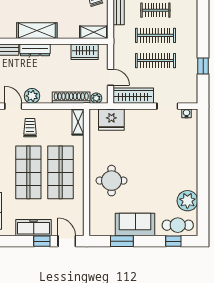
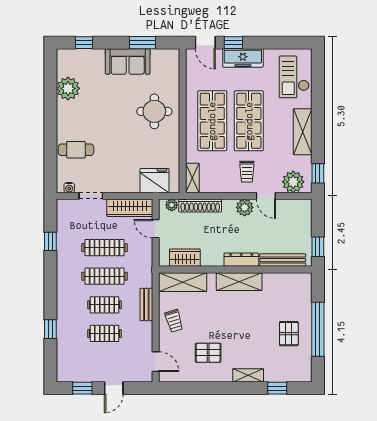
shelving: (94, 32) -> (183, 282), width x1.50, depth x1.33
cafe table: (178, 225) -> (76, 150), moved

